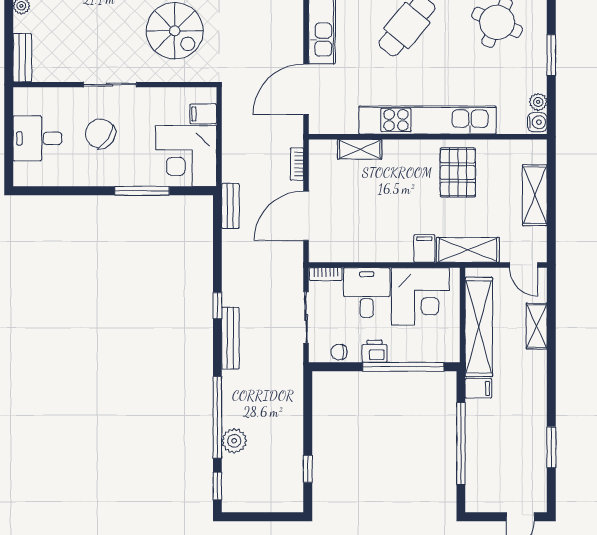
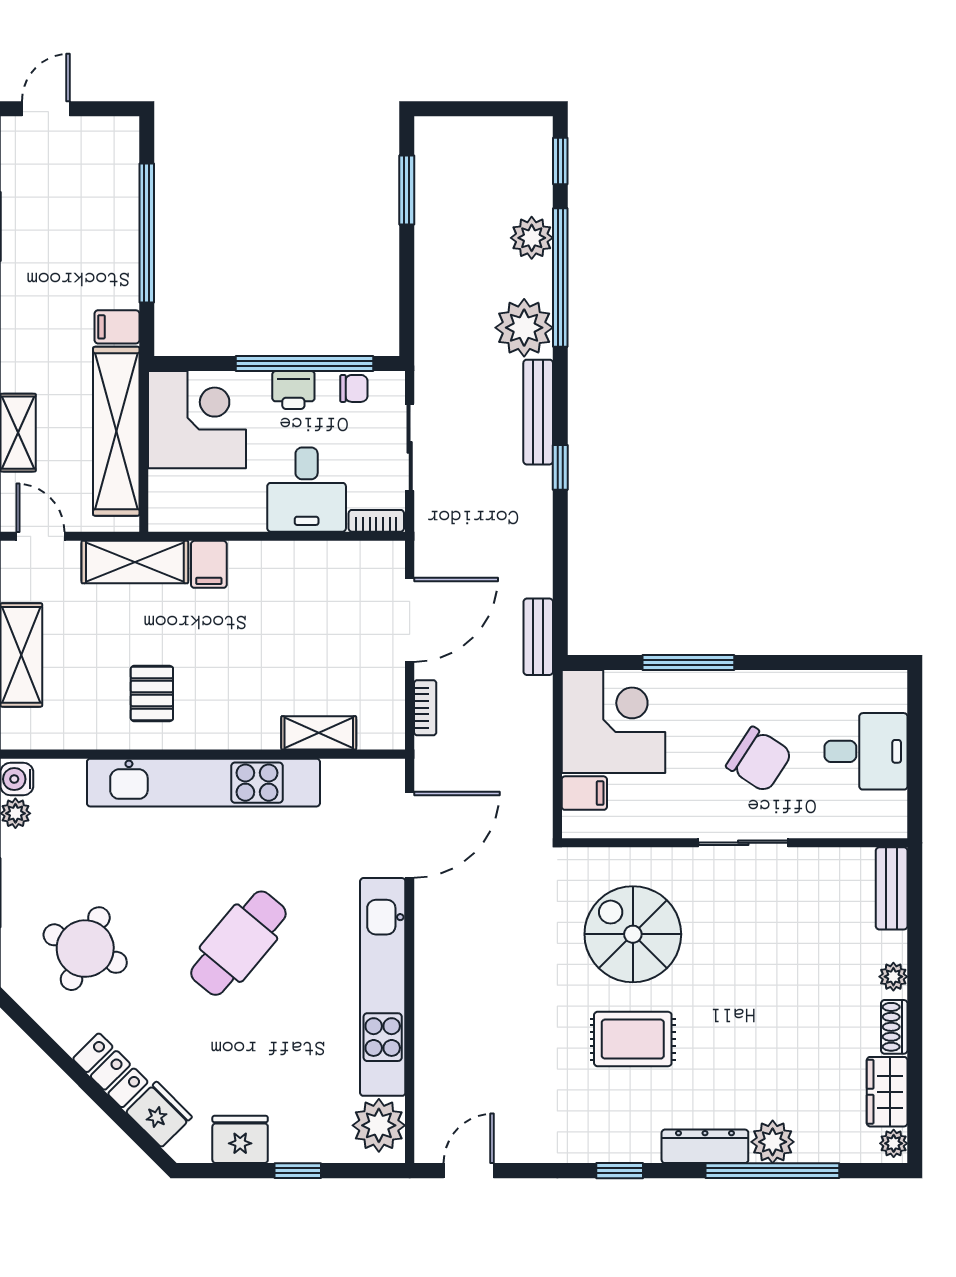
pallet: (458, 172) -> (152, 693), width x0.67, depth x0.71
corner desk: (420, 296) -> (197, 420), moved, turned 90
window: (403, 367) -> (304, 363), moved
plant: (239, 388) -> (524, 328), added
window: (308, 469) -> (407, 190), width x1.50

